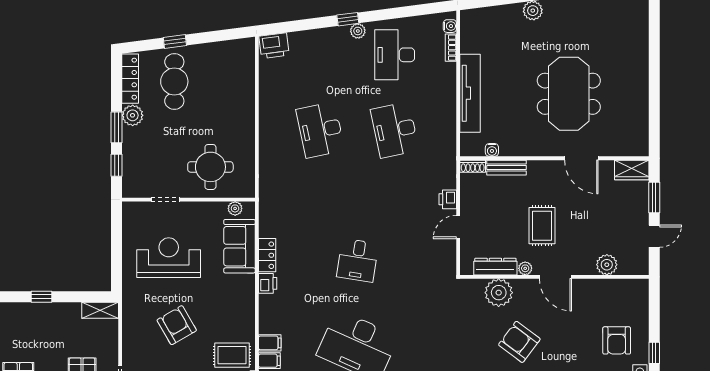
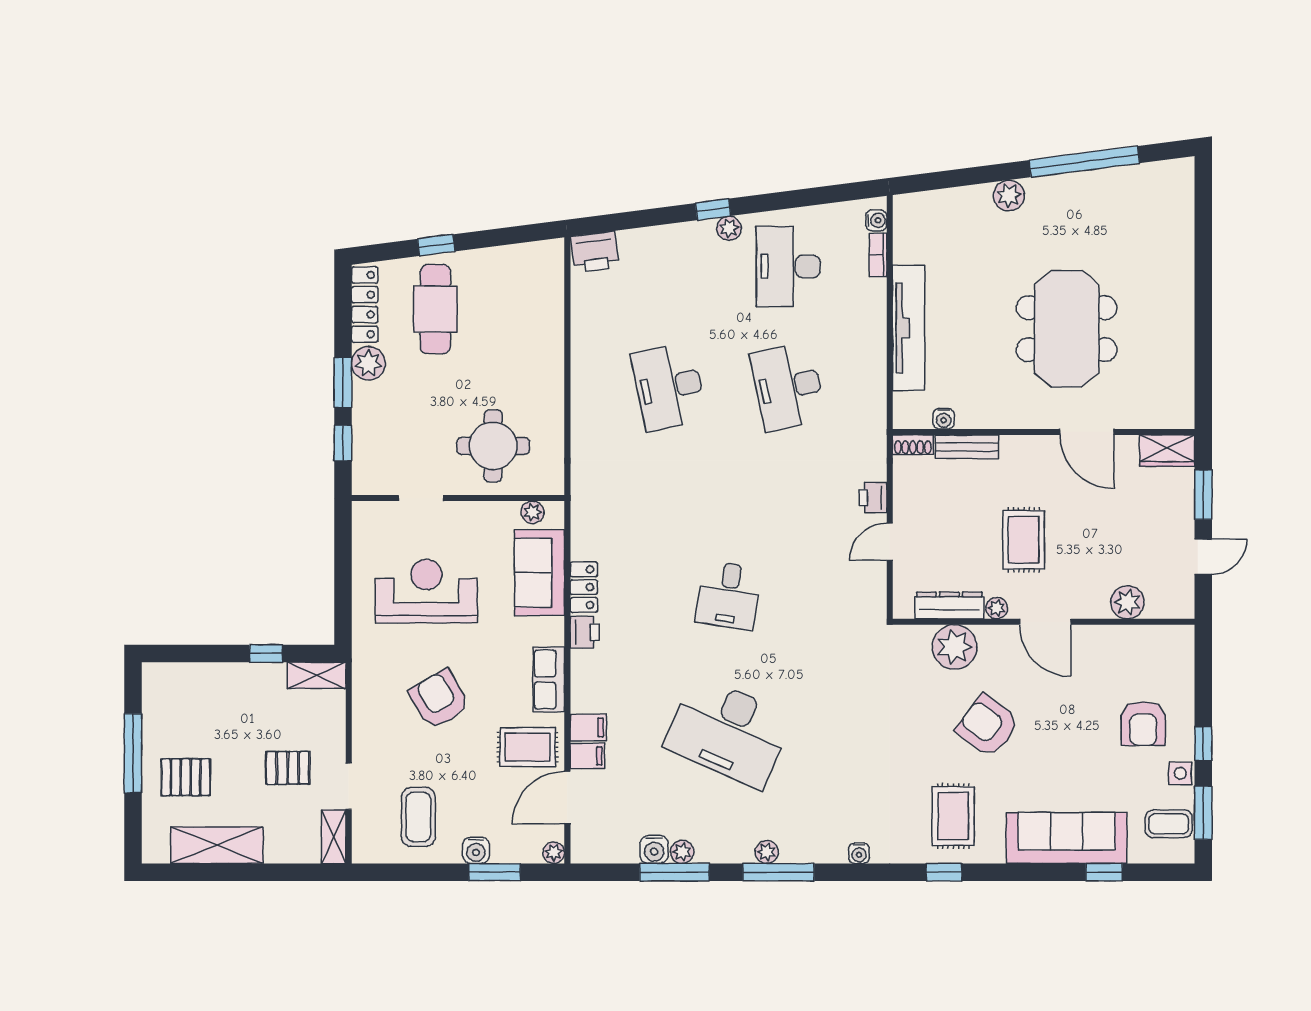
window: (42, 297) -> (266, 653), moved
row of seats: (245, 313) -> (549, 679), added

